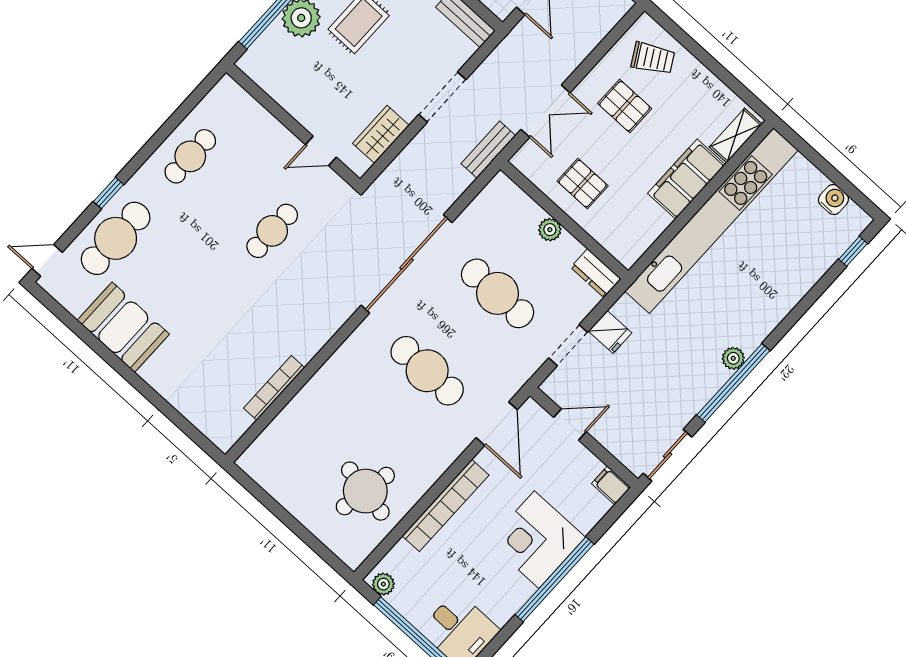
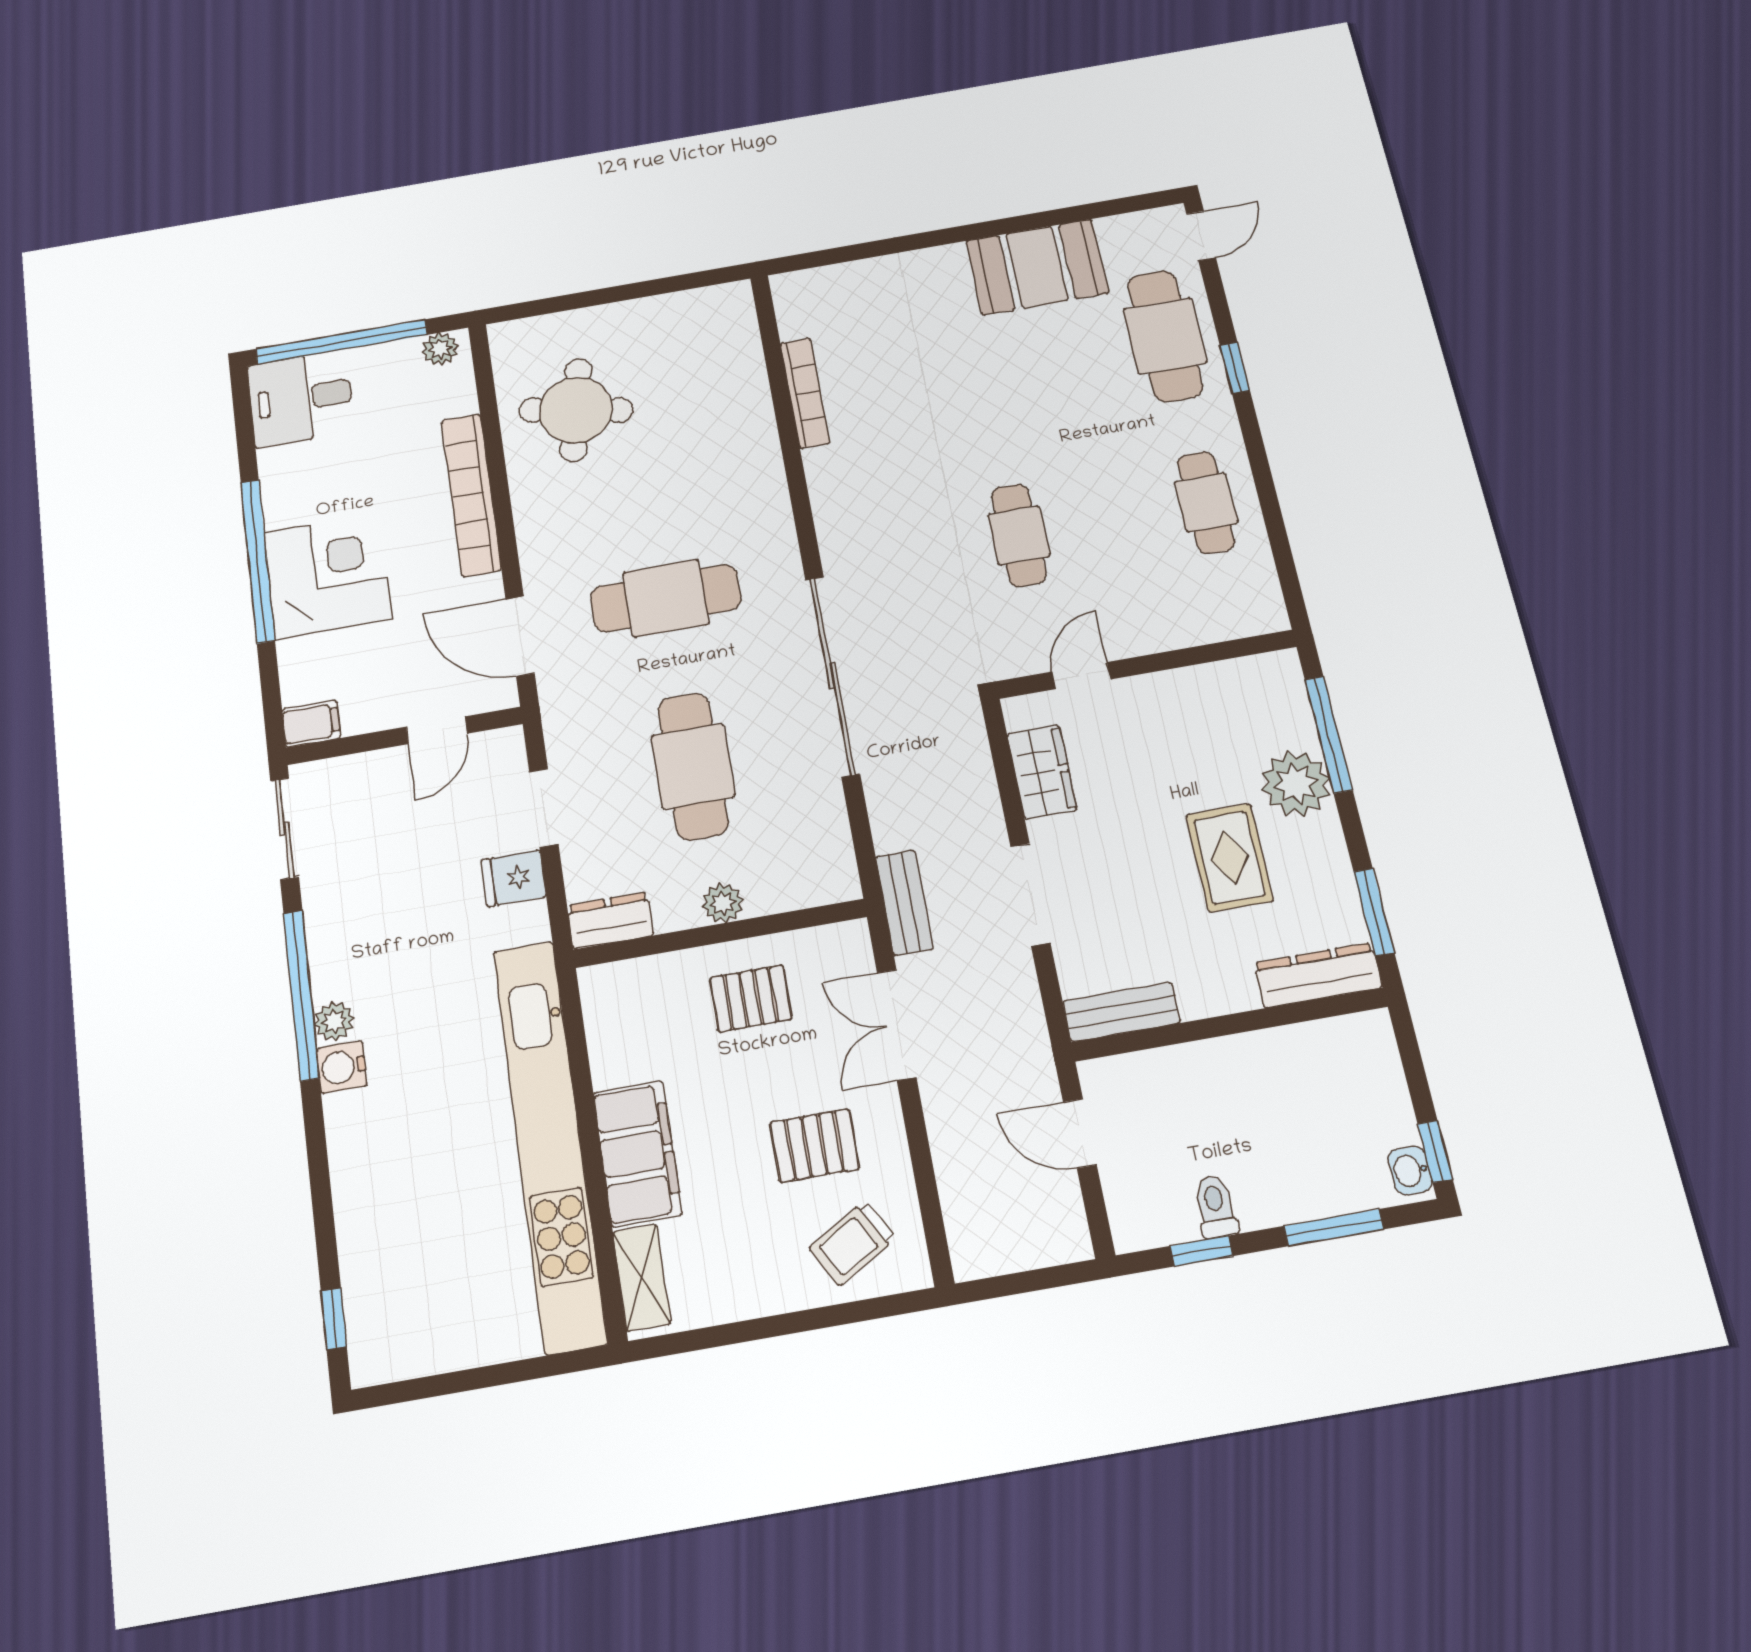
water cooler: (833, 200) -> (342, 1067), moved, turned 90
cafe table: (498, 293) -> (693, 766), turned 90

